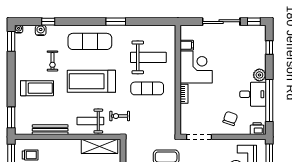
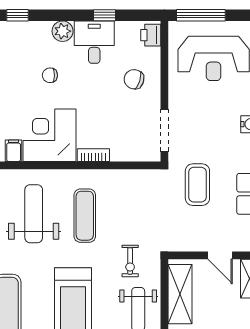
chair: (233, 67) -> (50, 75), added
window: (269, 100) -> (105, 15), width x0.32

